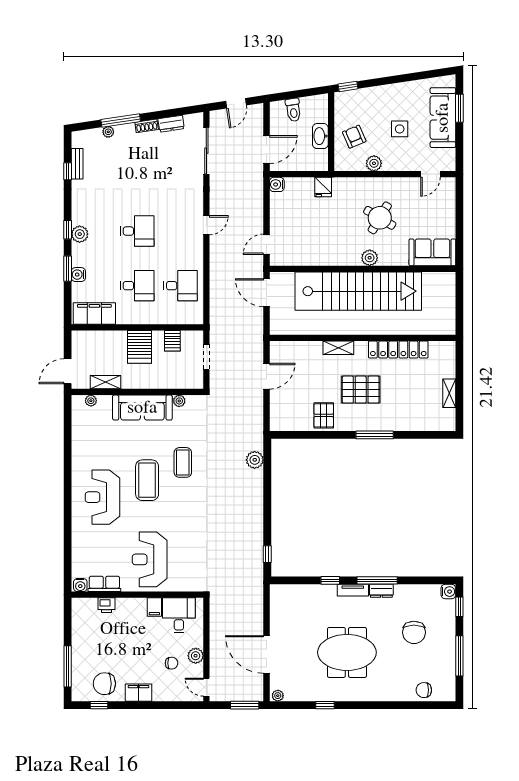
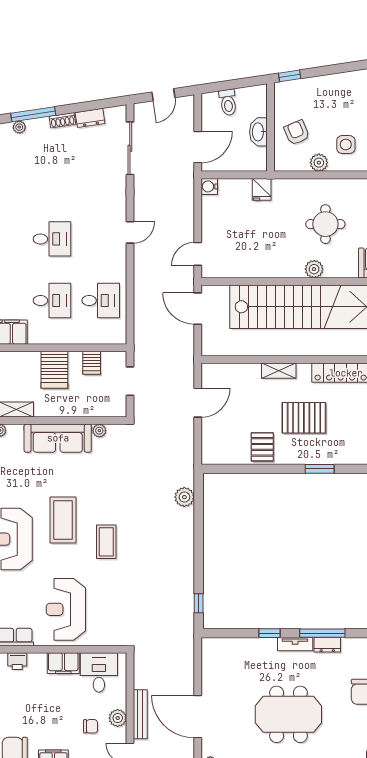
side table: (400, 129) -> (346, 145), moved
round table: (380, 218) -> (325, 224), turned -31
window: (375, 435) -> (320, 469), width x0.69
coffee table: (183, 462) -> (106, 542), moved
filing cabinet: (154, 607) -> (63, 663), width x2.00
bench: (216, 652) -> (140, 714), added

